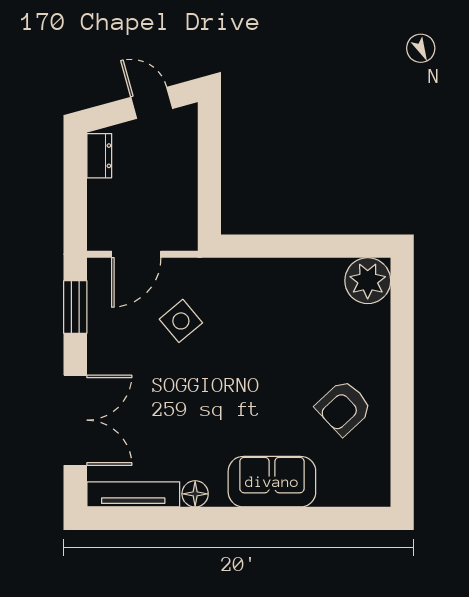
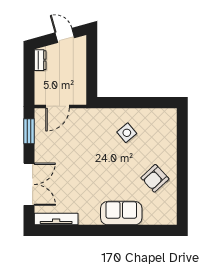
plant: (368, 281) -> (166, 119), removed
side table: (181, 321) -> (127, 133), moved
floor lamp: (195, 494) -> (85, 219), removed

